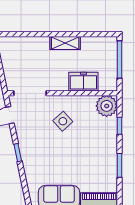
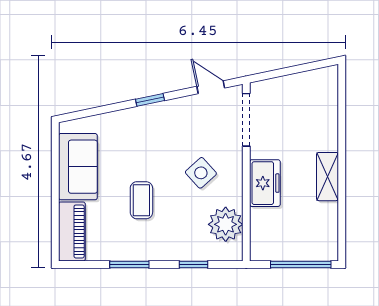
freezer: (83, 82) -> (265, 183), moved
plant: (107, 106) -> (226, 224), moved
coffee table: (80, 158) -> (141, 200), added

